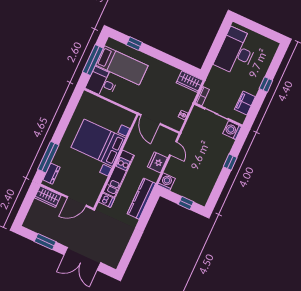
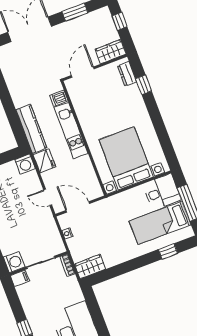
filing cabinet: (245, 103) -> (20, 278), moved, width x0.50
door: (150, 120) -> (78, 207), moved
bed with nightstands: (98, 143) -> (126, 158), moved, turned -90
window: (48, 157) -> (144, 85), width x0.46
fridge: (157, 162) -> (44, 161), moved
window: (24, 209) -> (120, 21), added

